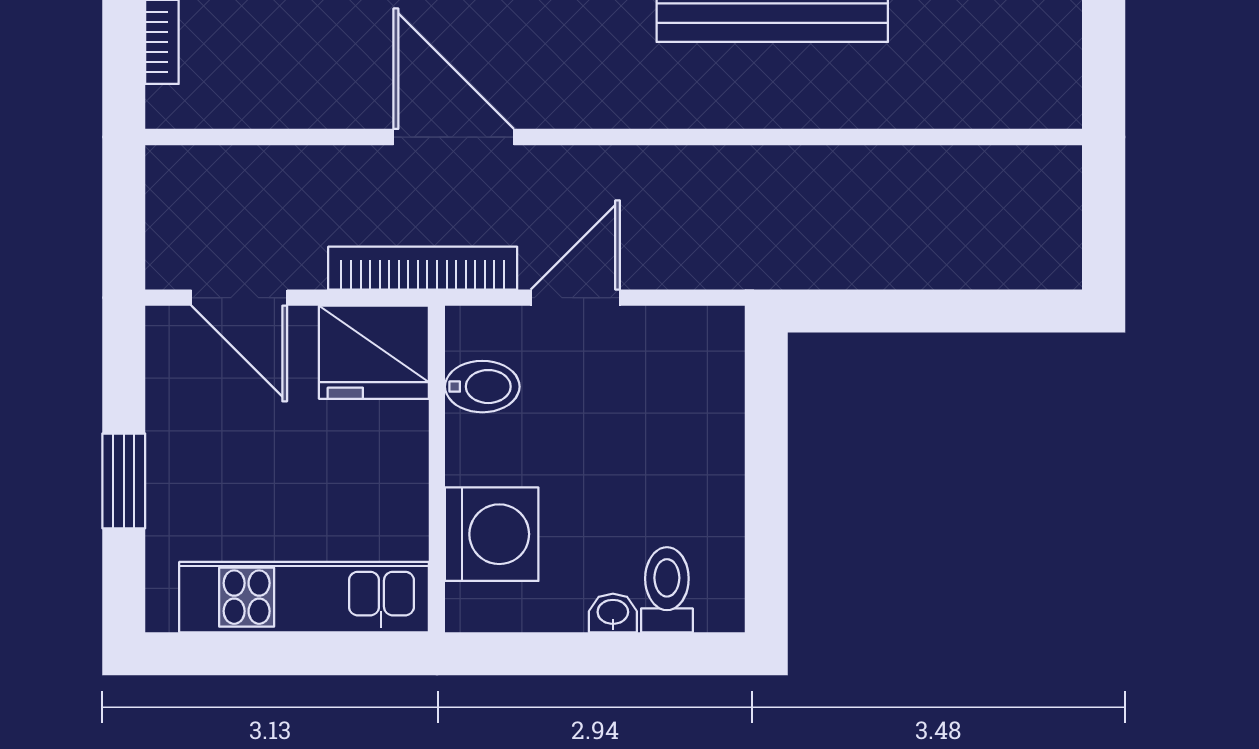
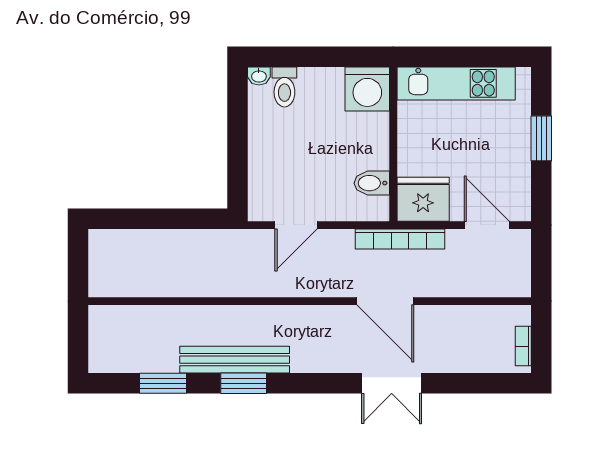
door: (575, 298) -> (296, 225), moved
washing machine: (492, 534) -> (367, 89), moved, turned -90
washbasin: (613, 613) -> (259, 76), moved

